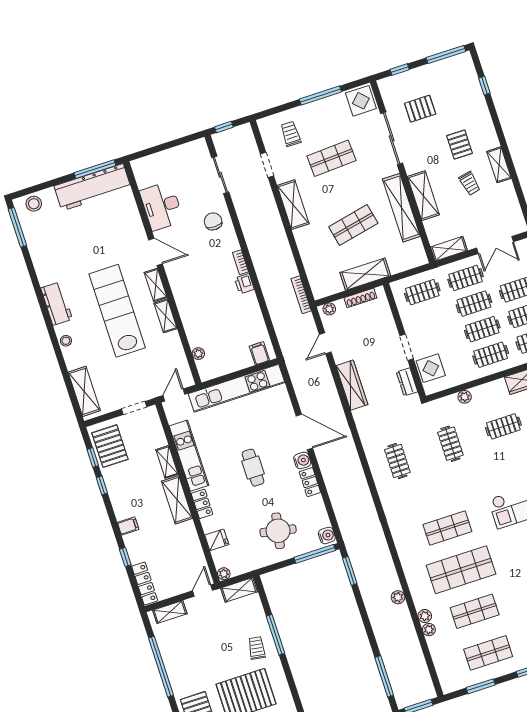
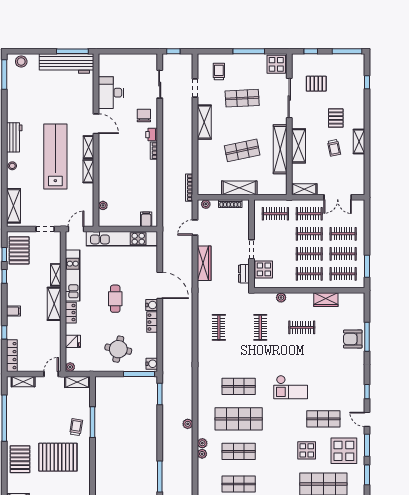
printer: (244, 284) -> (152, 135), moved

